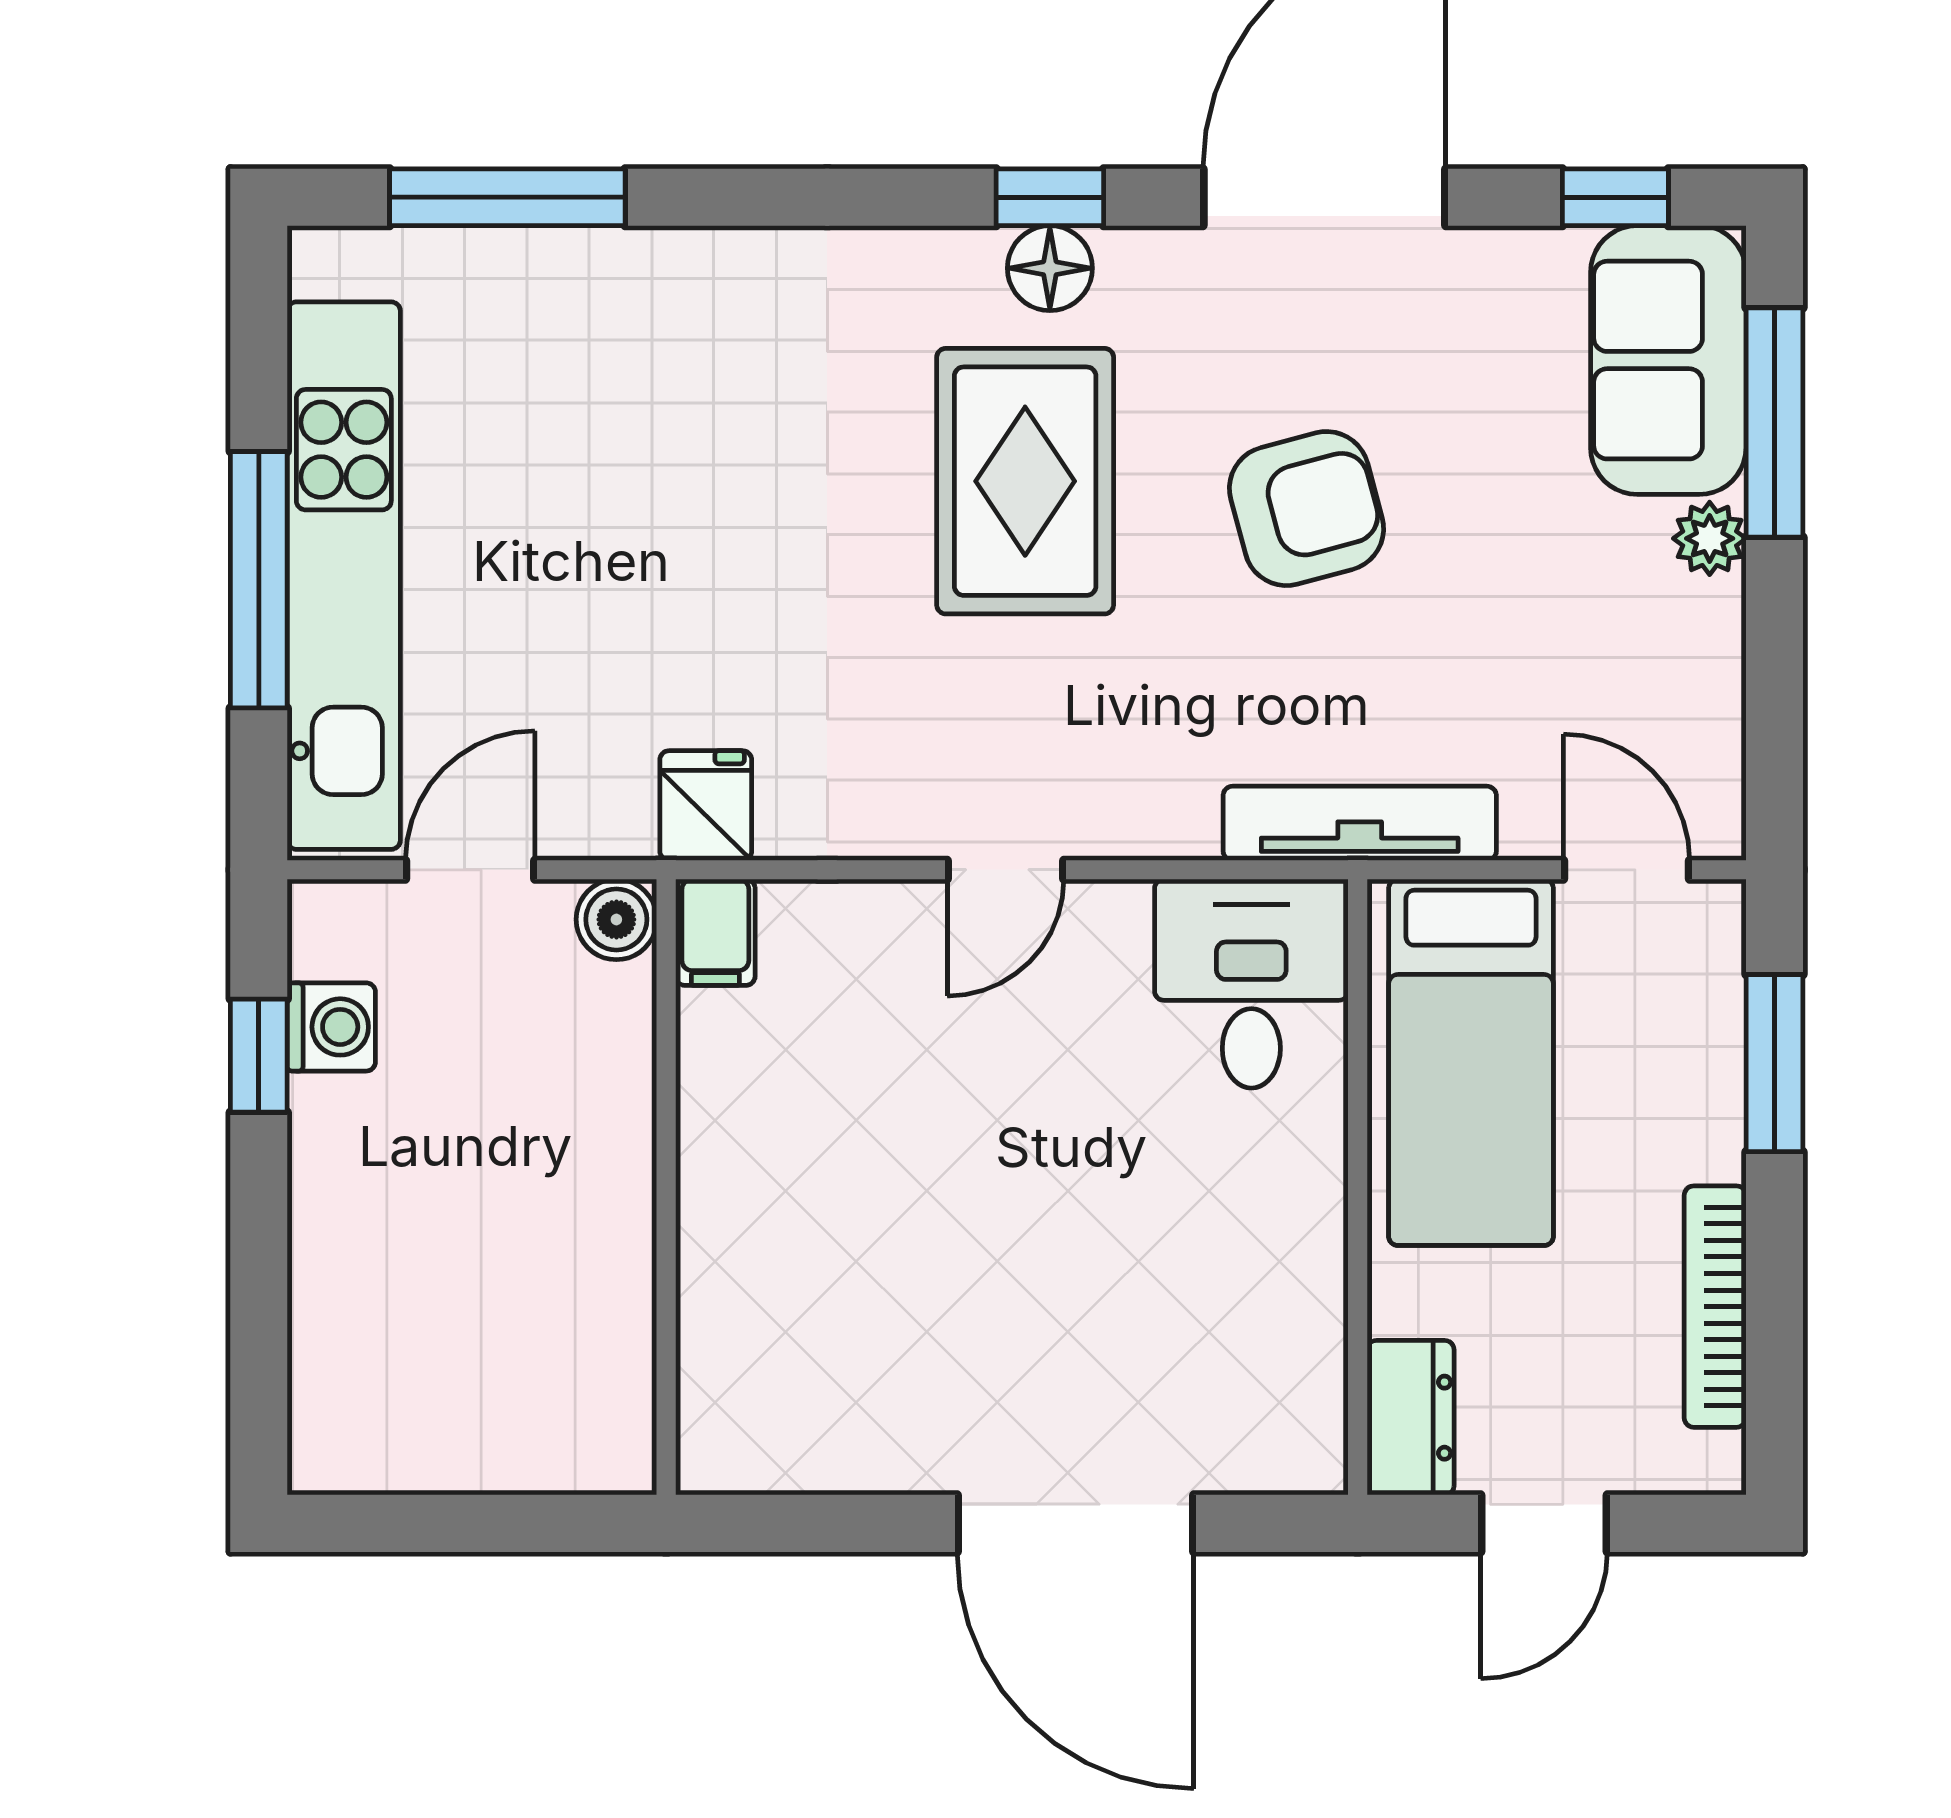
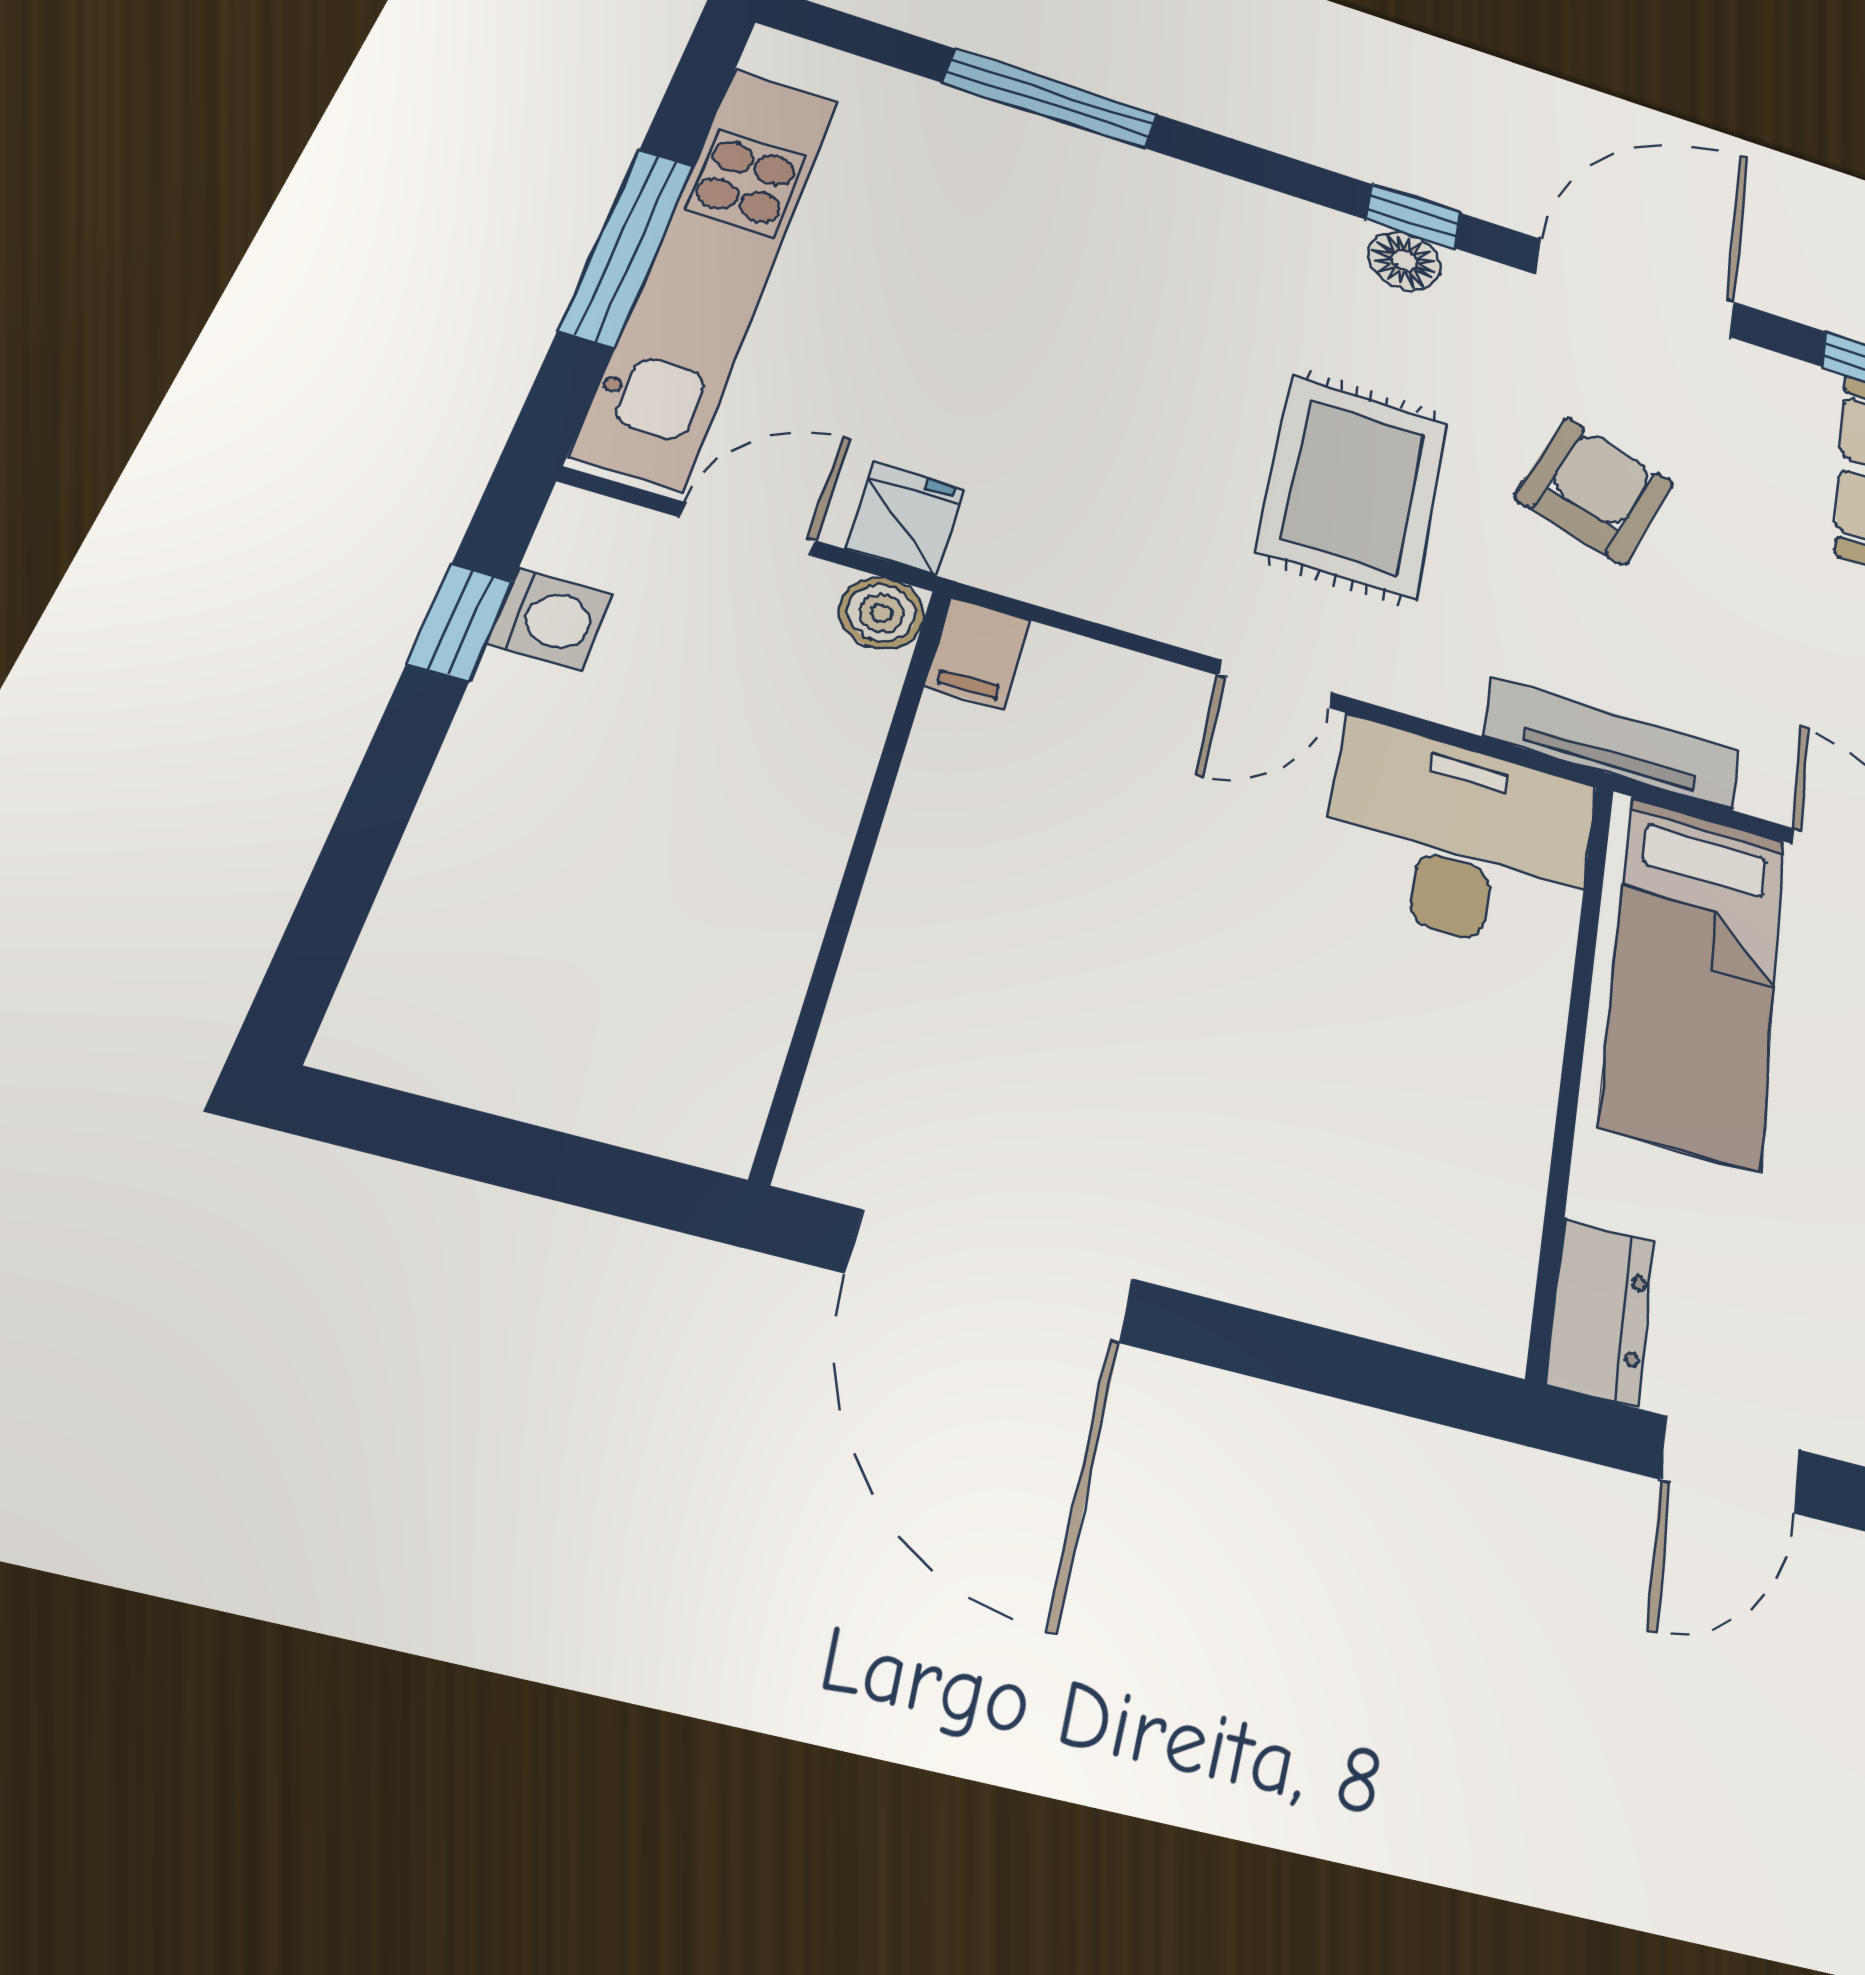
window: (507, 197) -> (1051, 99), moved
rug: (1025, 481) -> (1353, 486), moved
armchair: (1307, 509) -> (1594, 491), turned -56
fridge: (706, 805) -> (905, 519), moved
desk: (1251, 984) -> (1459, 839), width x1.37
door: (1075, 1523) -> (991, 1276), moved

